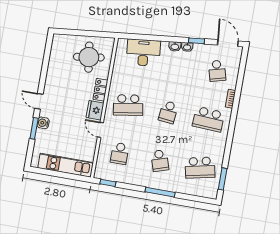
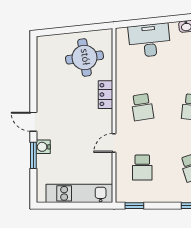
school desk: (128, 105) -> (142, 107), width x0.54
fridge: (95, 110) -> (103, 120), removed
door: (100, 130) -> (114, 143), hinge flipped

